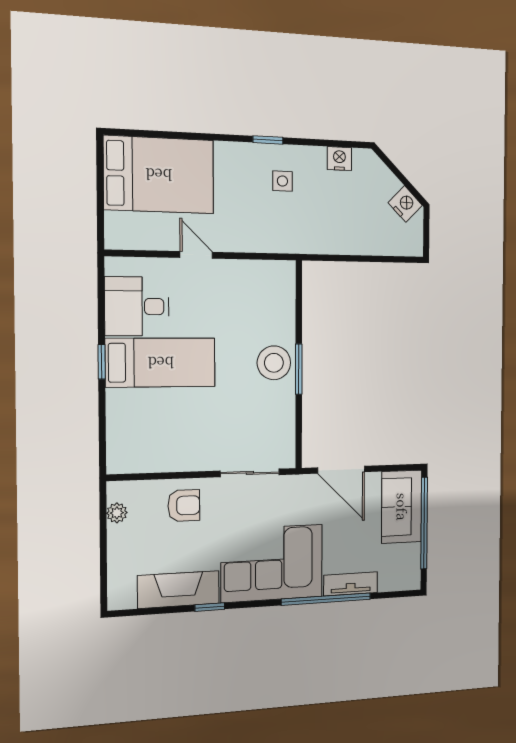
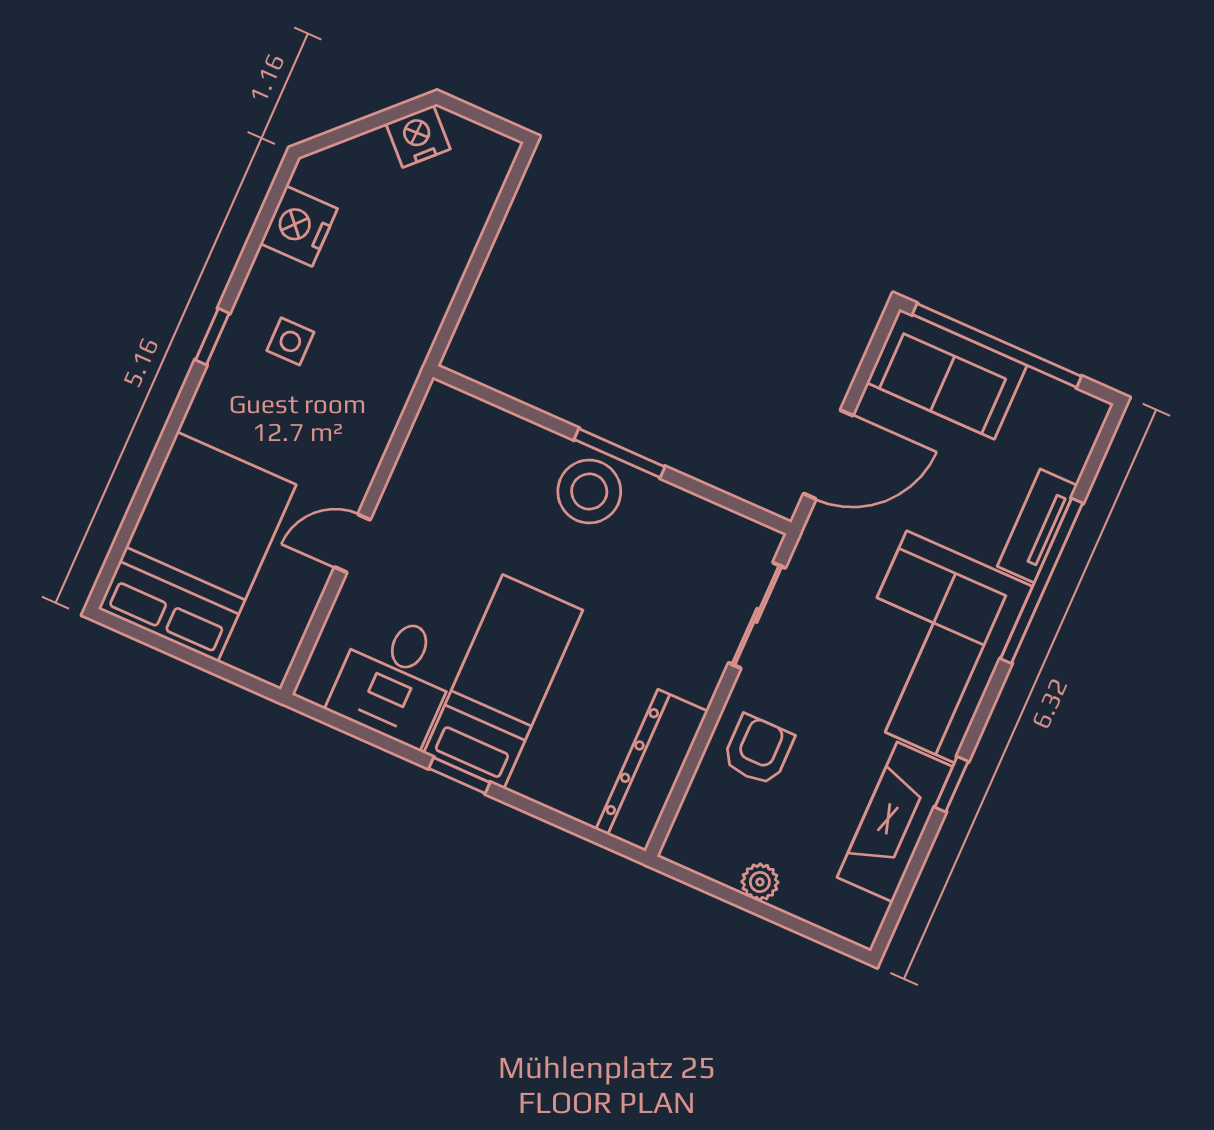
nightstand: (339, 159) -> (299, 226), width x1.36, depth x1.33
dresser: (149, 458) -> (652, 770), added
plant: (117, 513) -> (760, 882), moved

